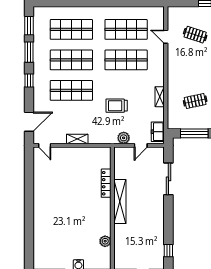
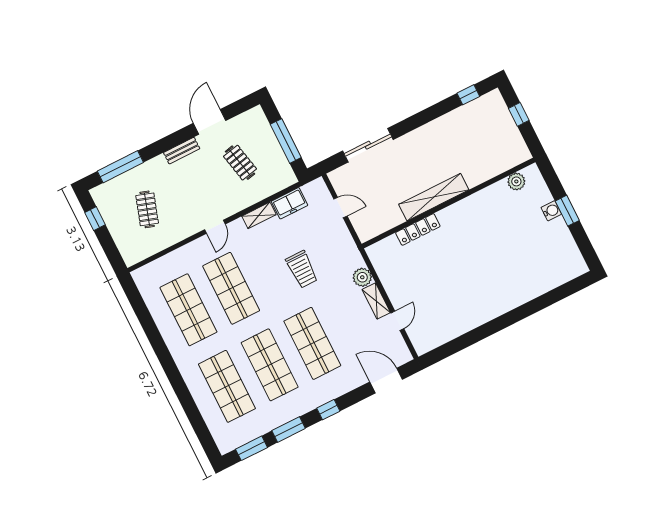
door: (166, 37) -> (215, 227), moved
freezer: (158, 132) -> (289, 203), moved
plant: (124, 138) -> (362, 277), moved
door: (45, 145) -> (397, 321), moved
plant: (105, 241) -> (516, 181), moved

